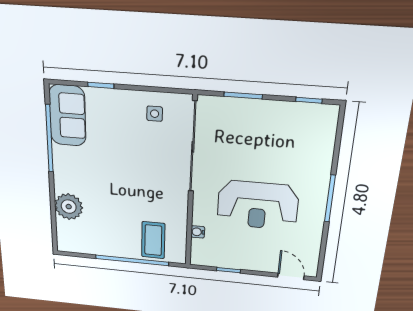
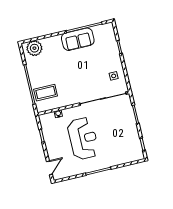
sofa: (68, 116) -> (78, 39), moved
reception desk: (258, 205) -> (83, 138), turned 180
plant: (69, 207) -> (34, 48), moved

